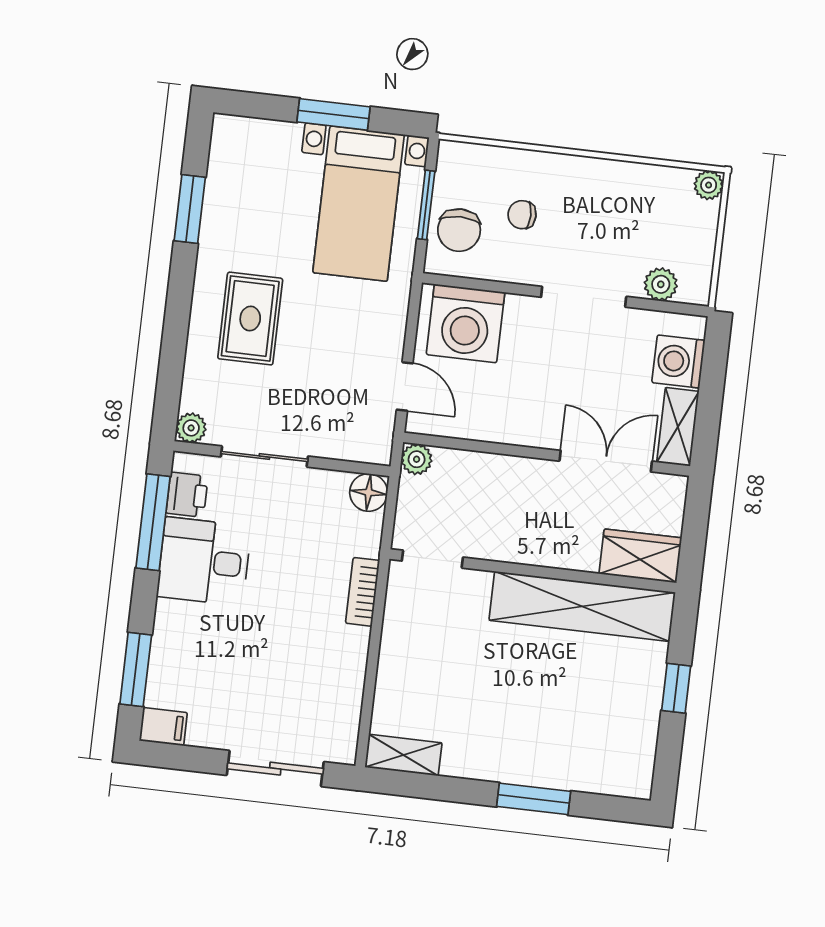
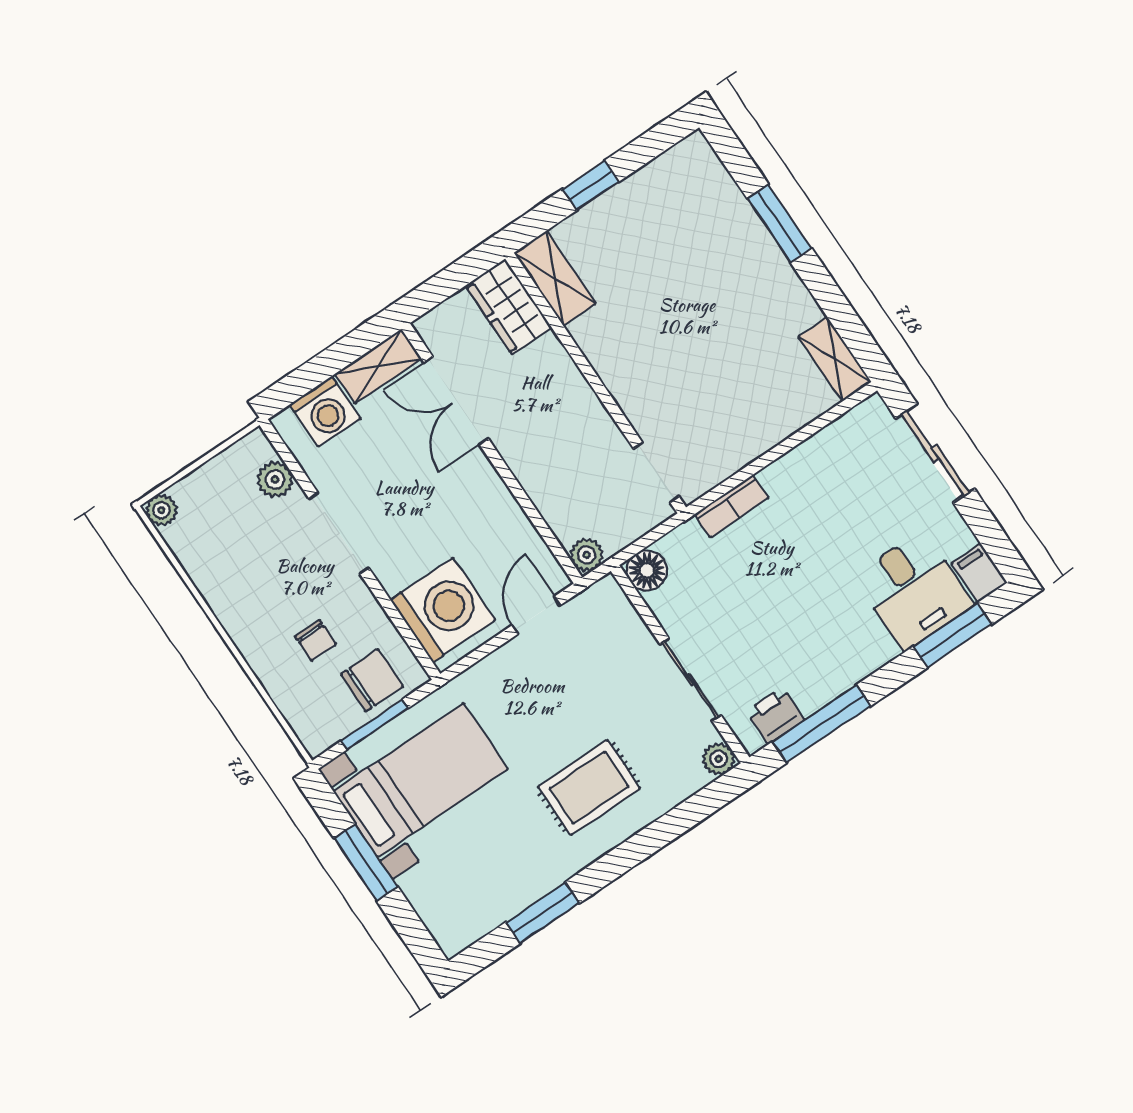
desk: (204, 561) -> (914, 590), moved
shelving: (582, 606) -> (555, 278), width x0.45, depth x0.75

